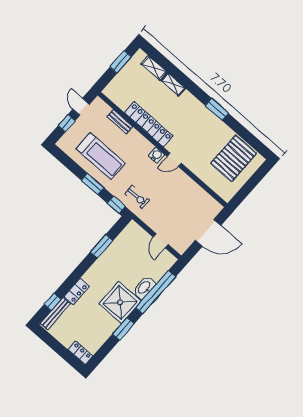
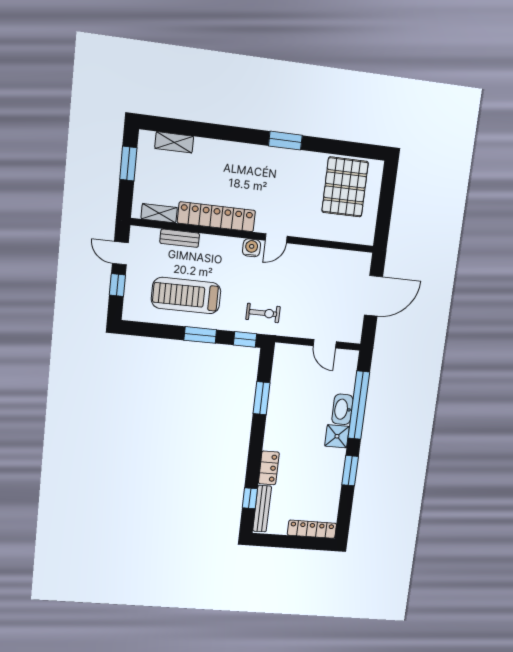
shelving: (173, 84) -> (159, 213), moved
treadmill: (101, 156) -> (186, 296), turned 180
shower: (120, 302) -> (337, 436), width x0.54, depth x0.54
locker: (80, 353) -> (312, 529), width x1.53

